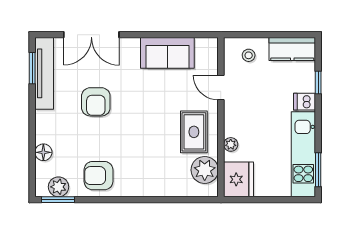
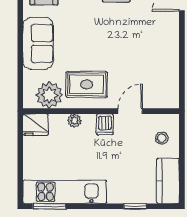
sofa: (167, 53) -> (38, 43), moved, turned 180
dishwasher: (304, 102) -> (105, 124), moved, turned 180
fridge: (239, 179) -> (36, 125), width x0.73, depth x0.75

